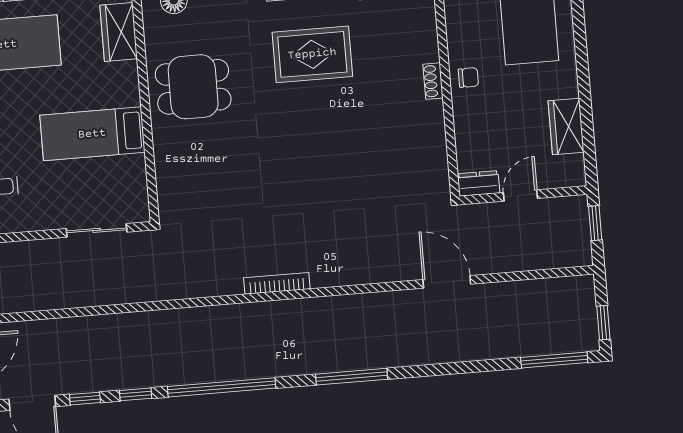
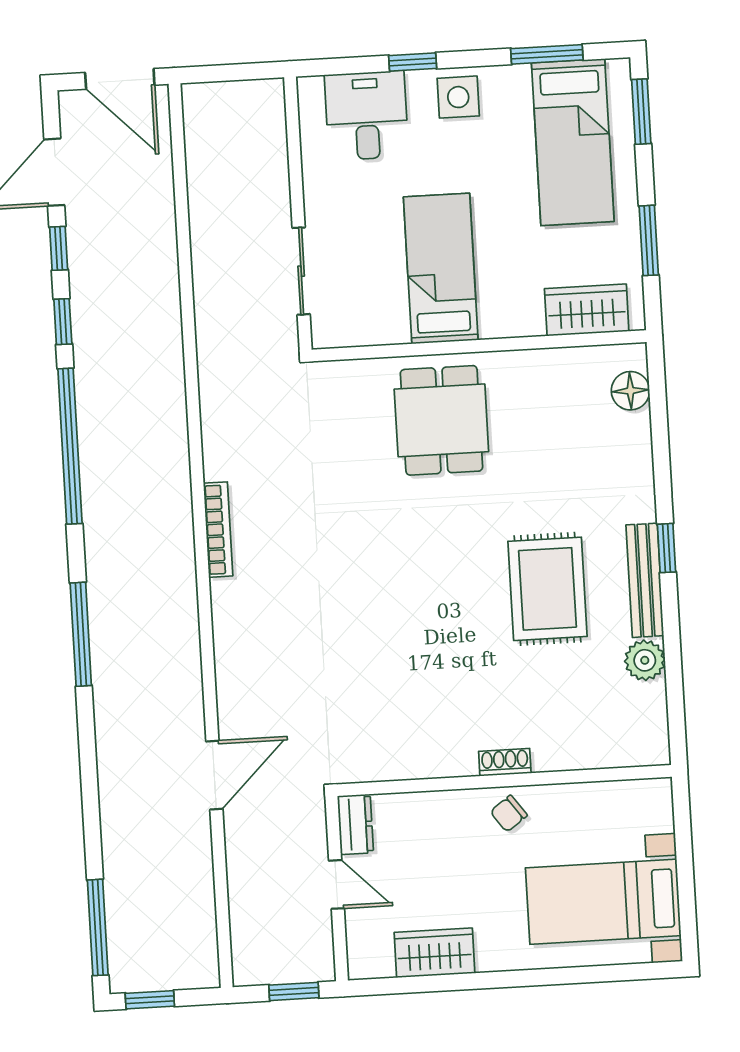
chair: (468, 78) -> (509, 814), turned 54
dining table: (193, 87) -> (441, 420), moved

